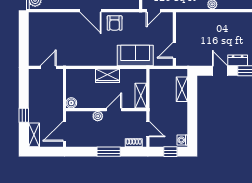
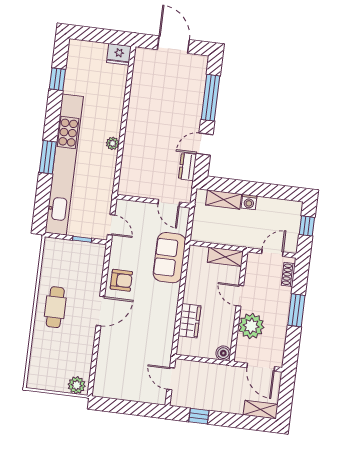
dresser: (238, 60) -> (188, 167), moved
wardrobe: (108, 76) -> (190, 321), moved
window: (24, 115) -> (199, 416), moved
plant: (98, 116) -> (251, 326), width x1.87, depth x1.87
washing machine: (182, 140) -> (249, 202), moved

